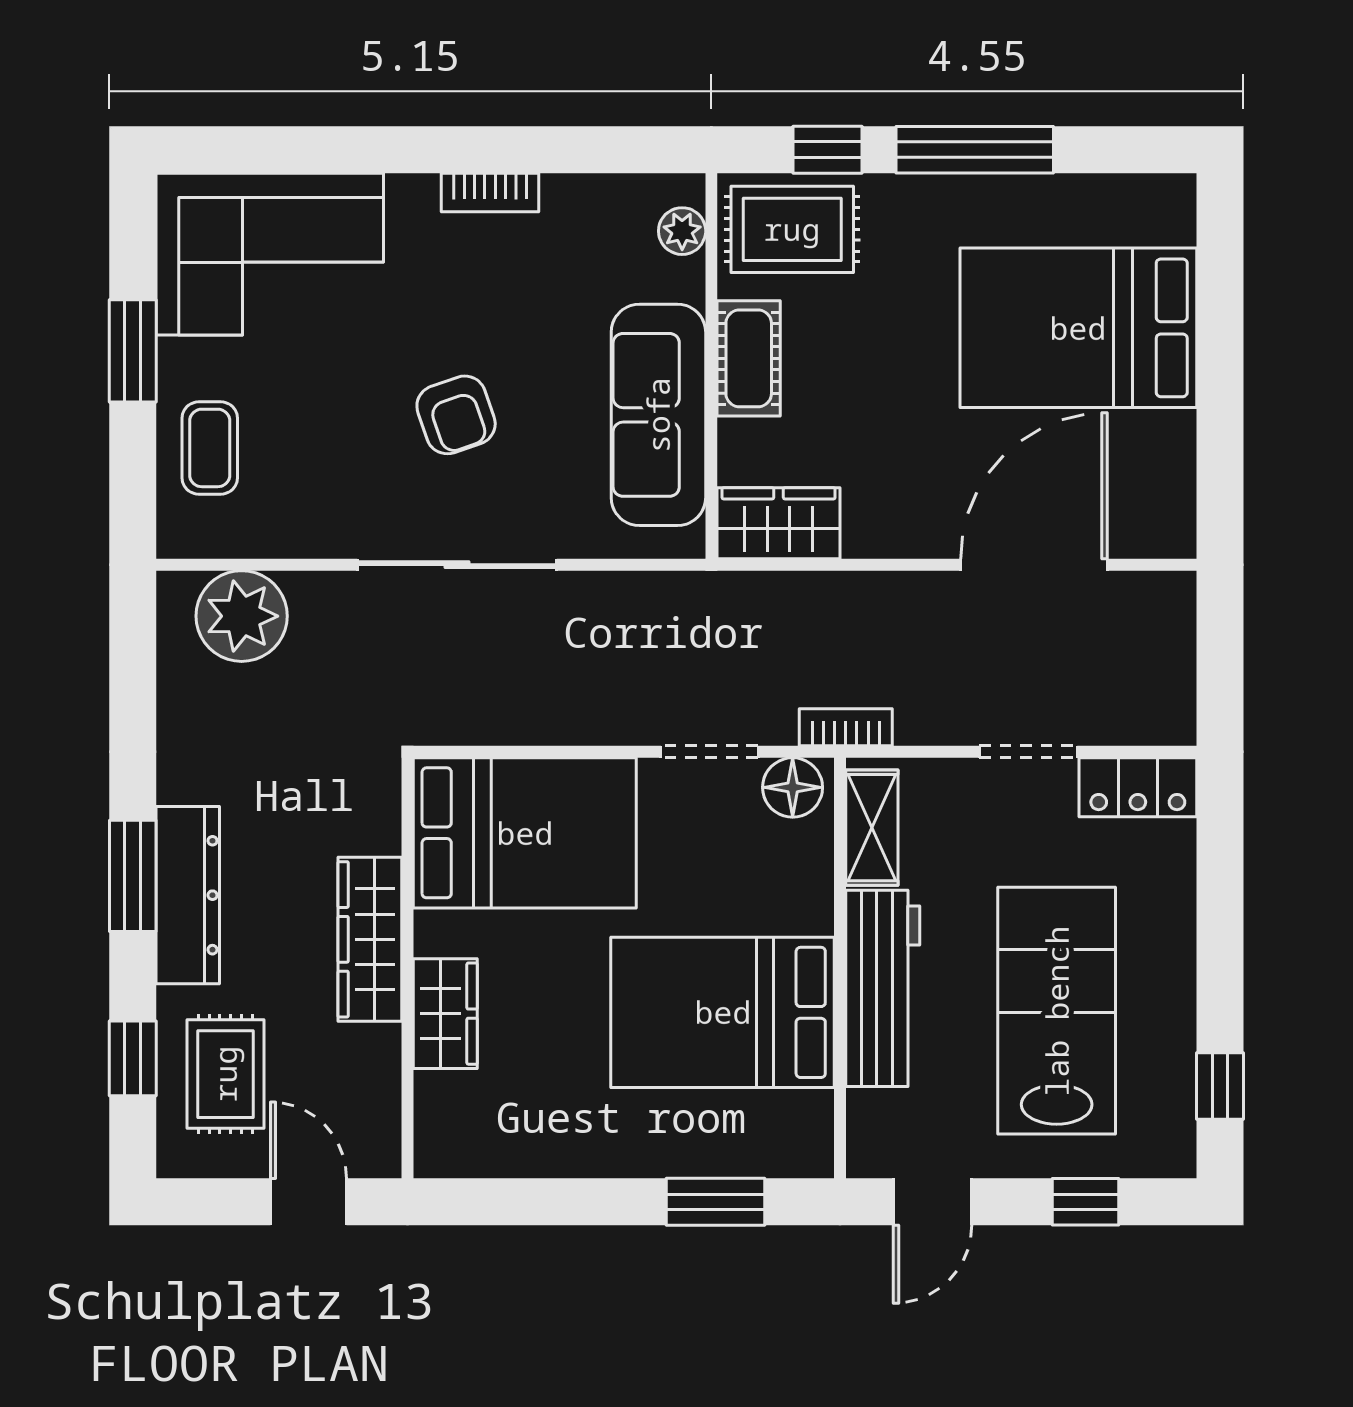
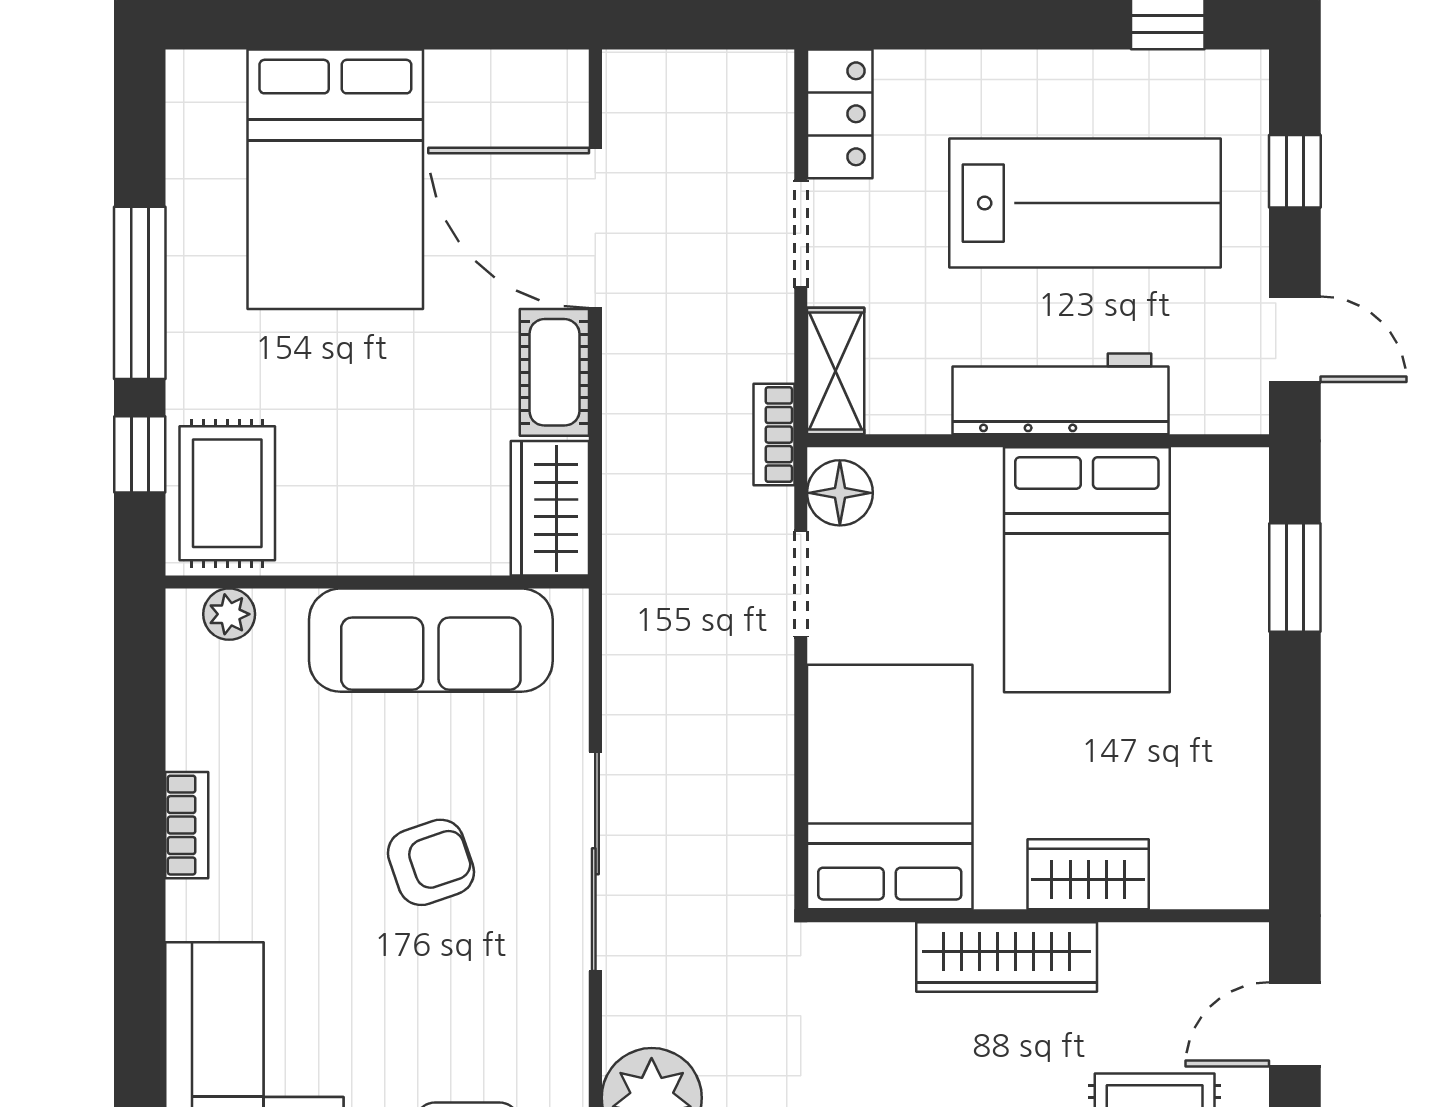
cot: (749, 358) -> (554, 372), moved, turned 90
shelving: (872, 828) -> (836, 371), moved, turned 90
lab bench: (1057, 1011) -> (1085, 203), turned 180

